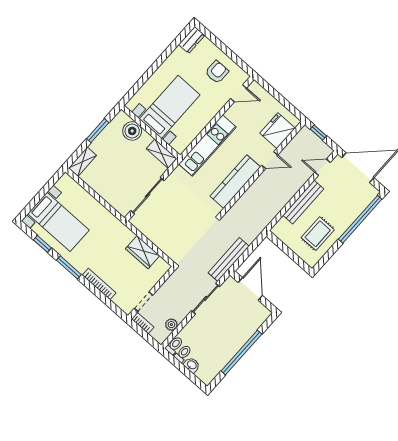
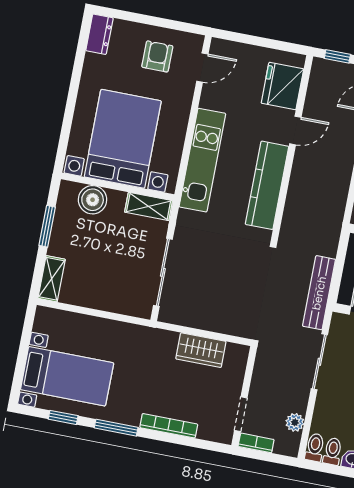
bed with nightstands: (170, 107) -> (123, 139), width x1.36

